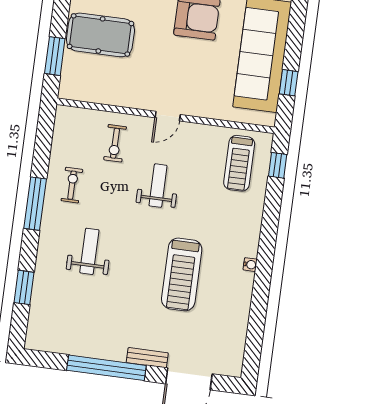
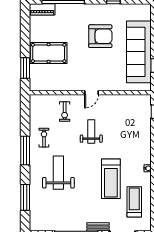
treadmill: (239, 163) -> (134, 202), moved, turned 180
weight bench: (89, 251) -> (58, 173), width x1.36, depth x1.33
window: (24, 287) -> (25, 197), width x1.44

